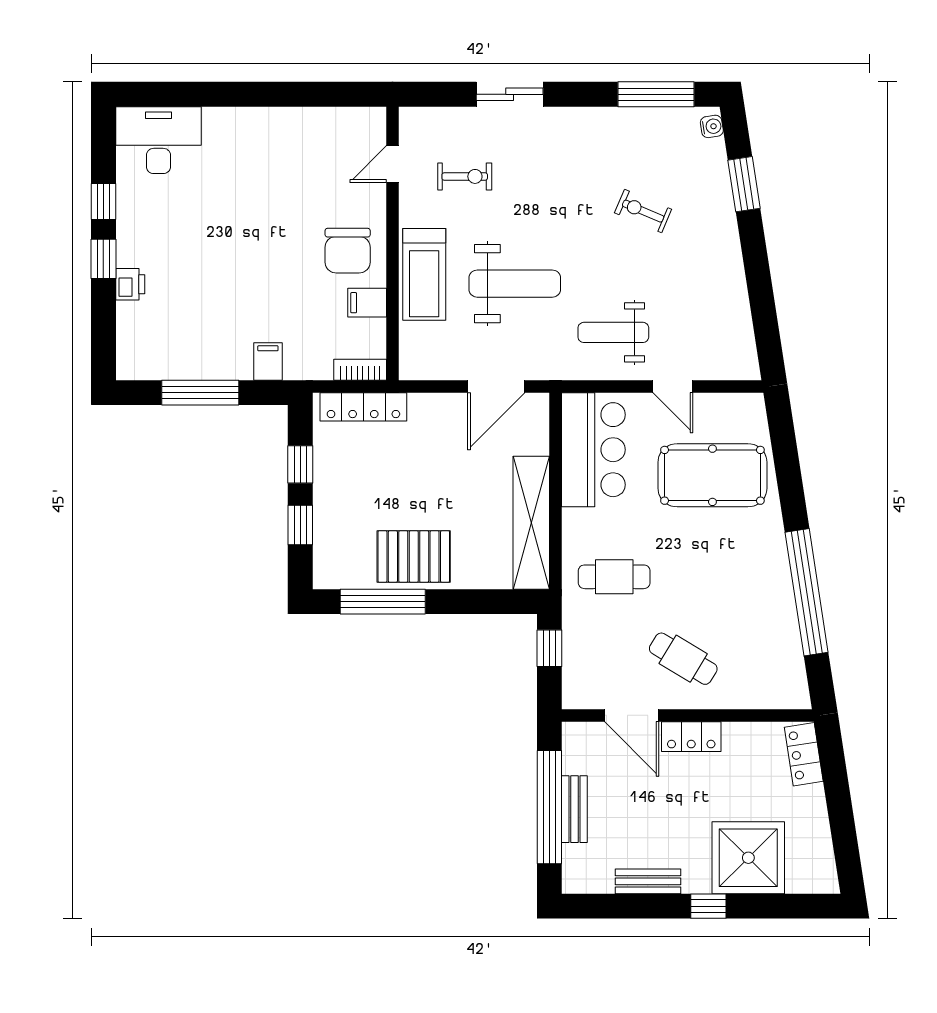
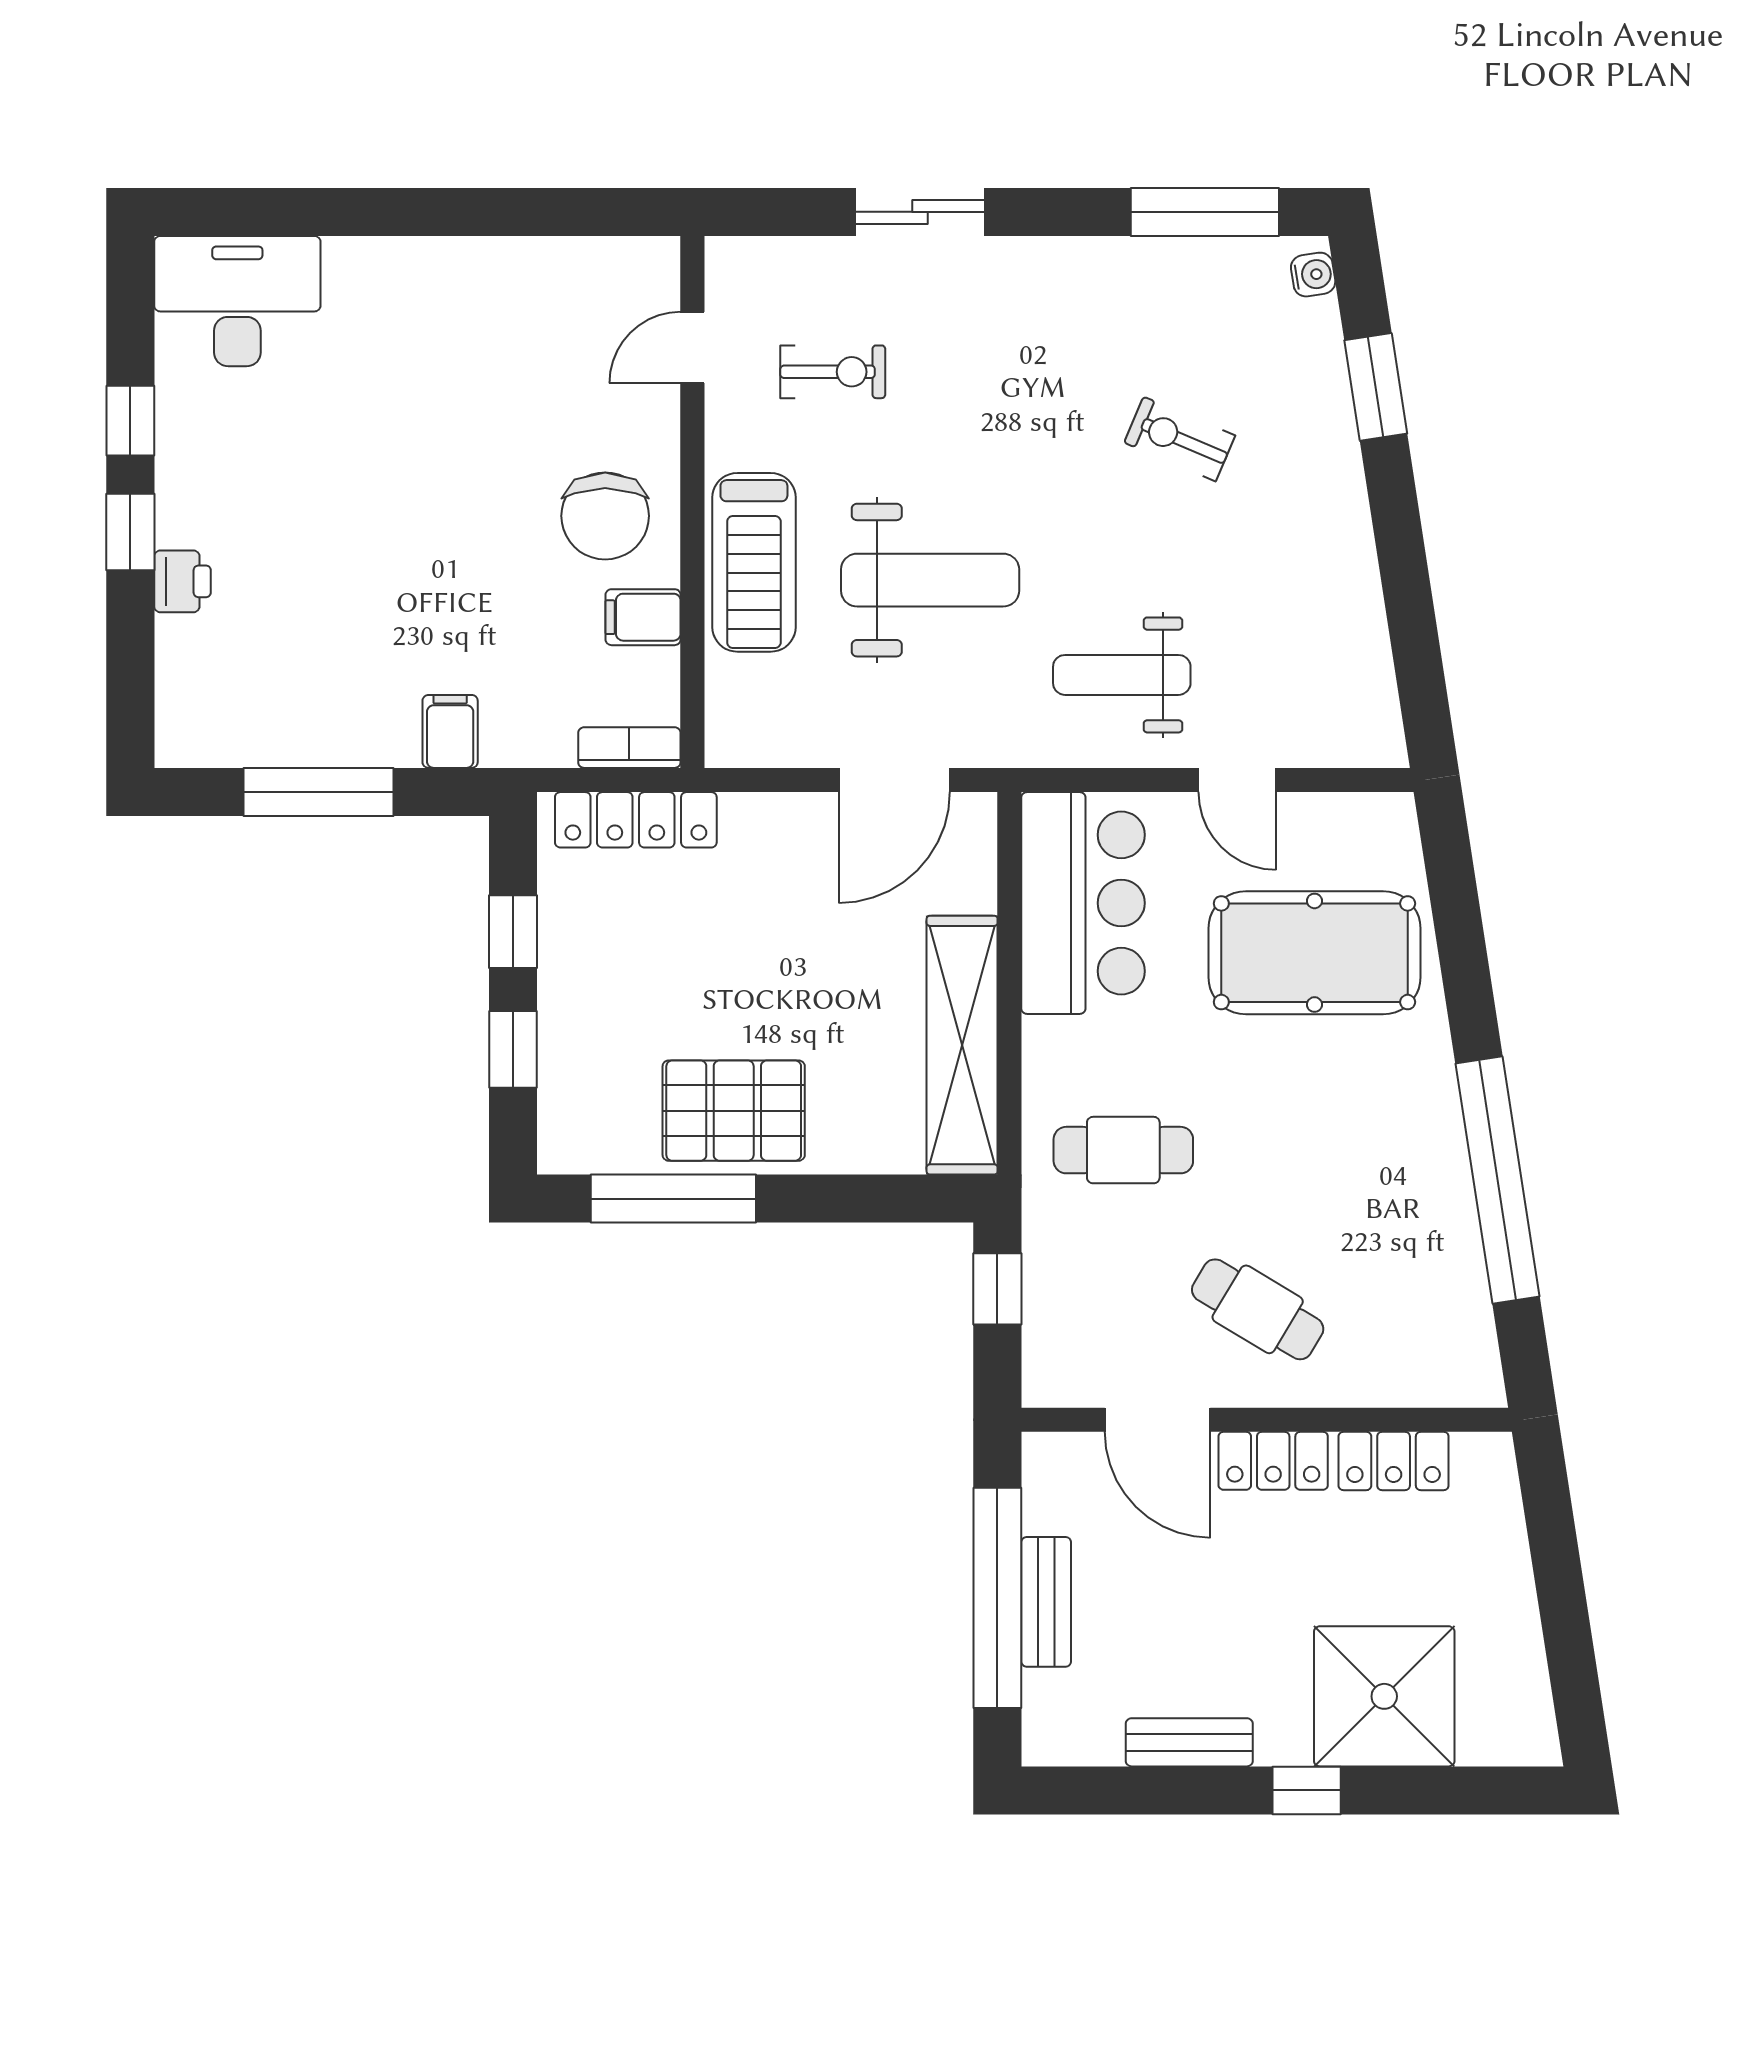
locker: (804, 754) -> (1394, 1461), moved, turned -81

